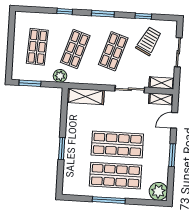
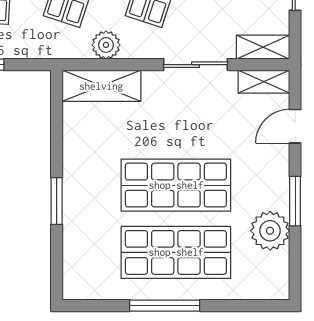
plant: (60, 76) -> (106, 45), moved
plant: (158, 191) -> (270, 231), moved

